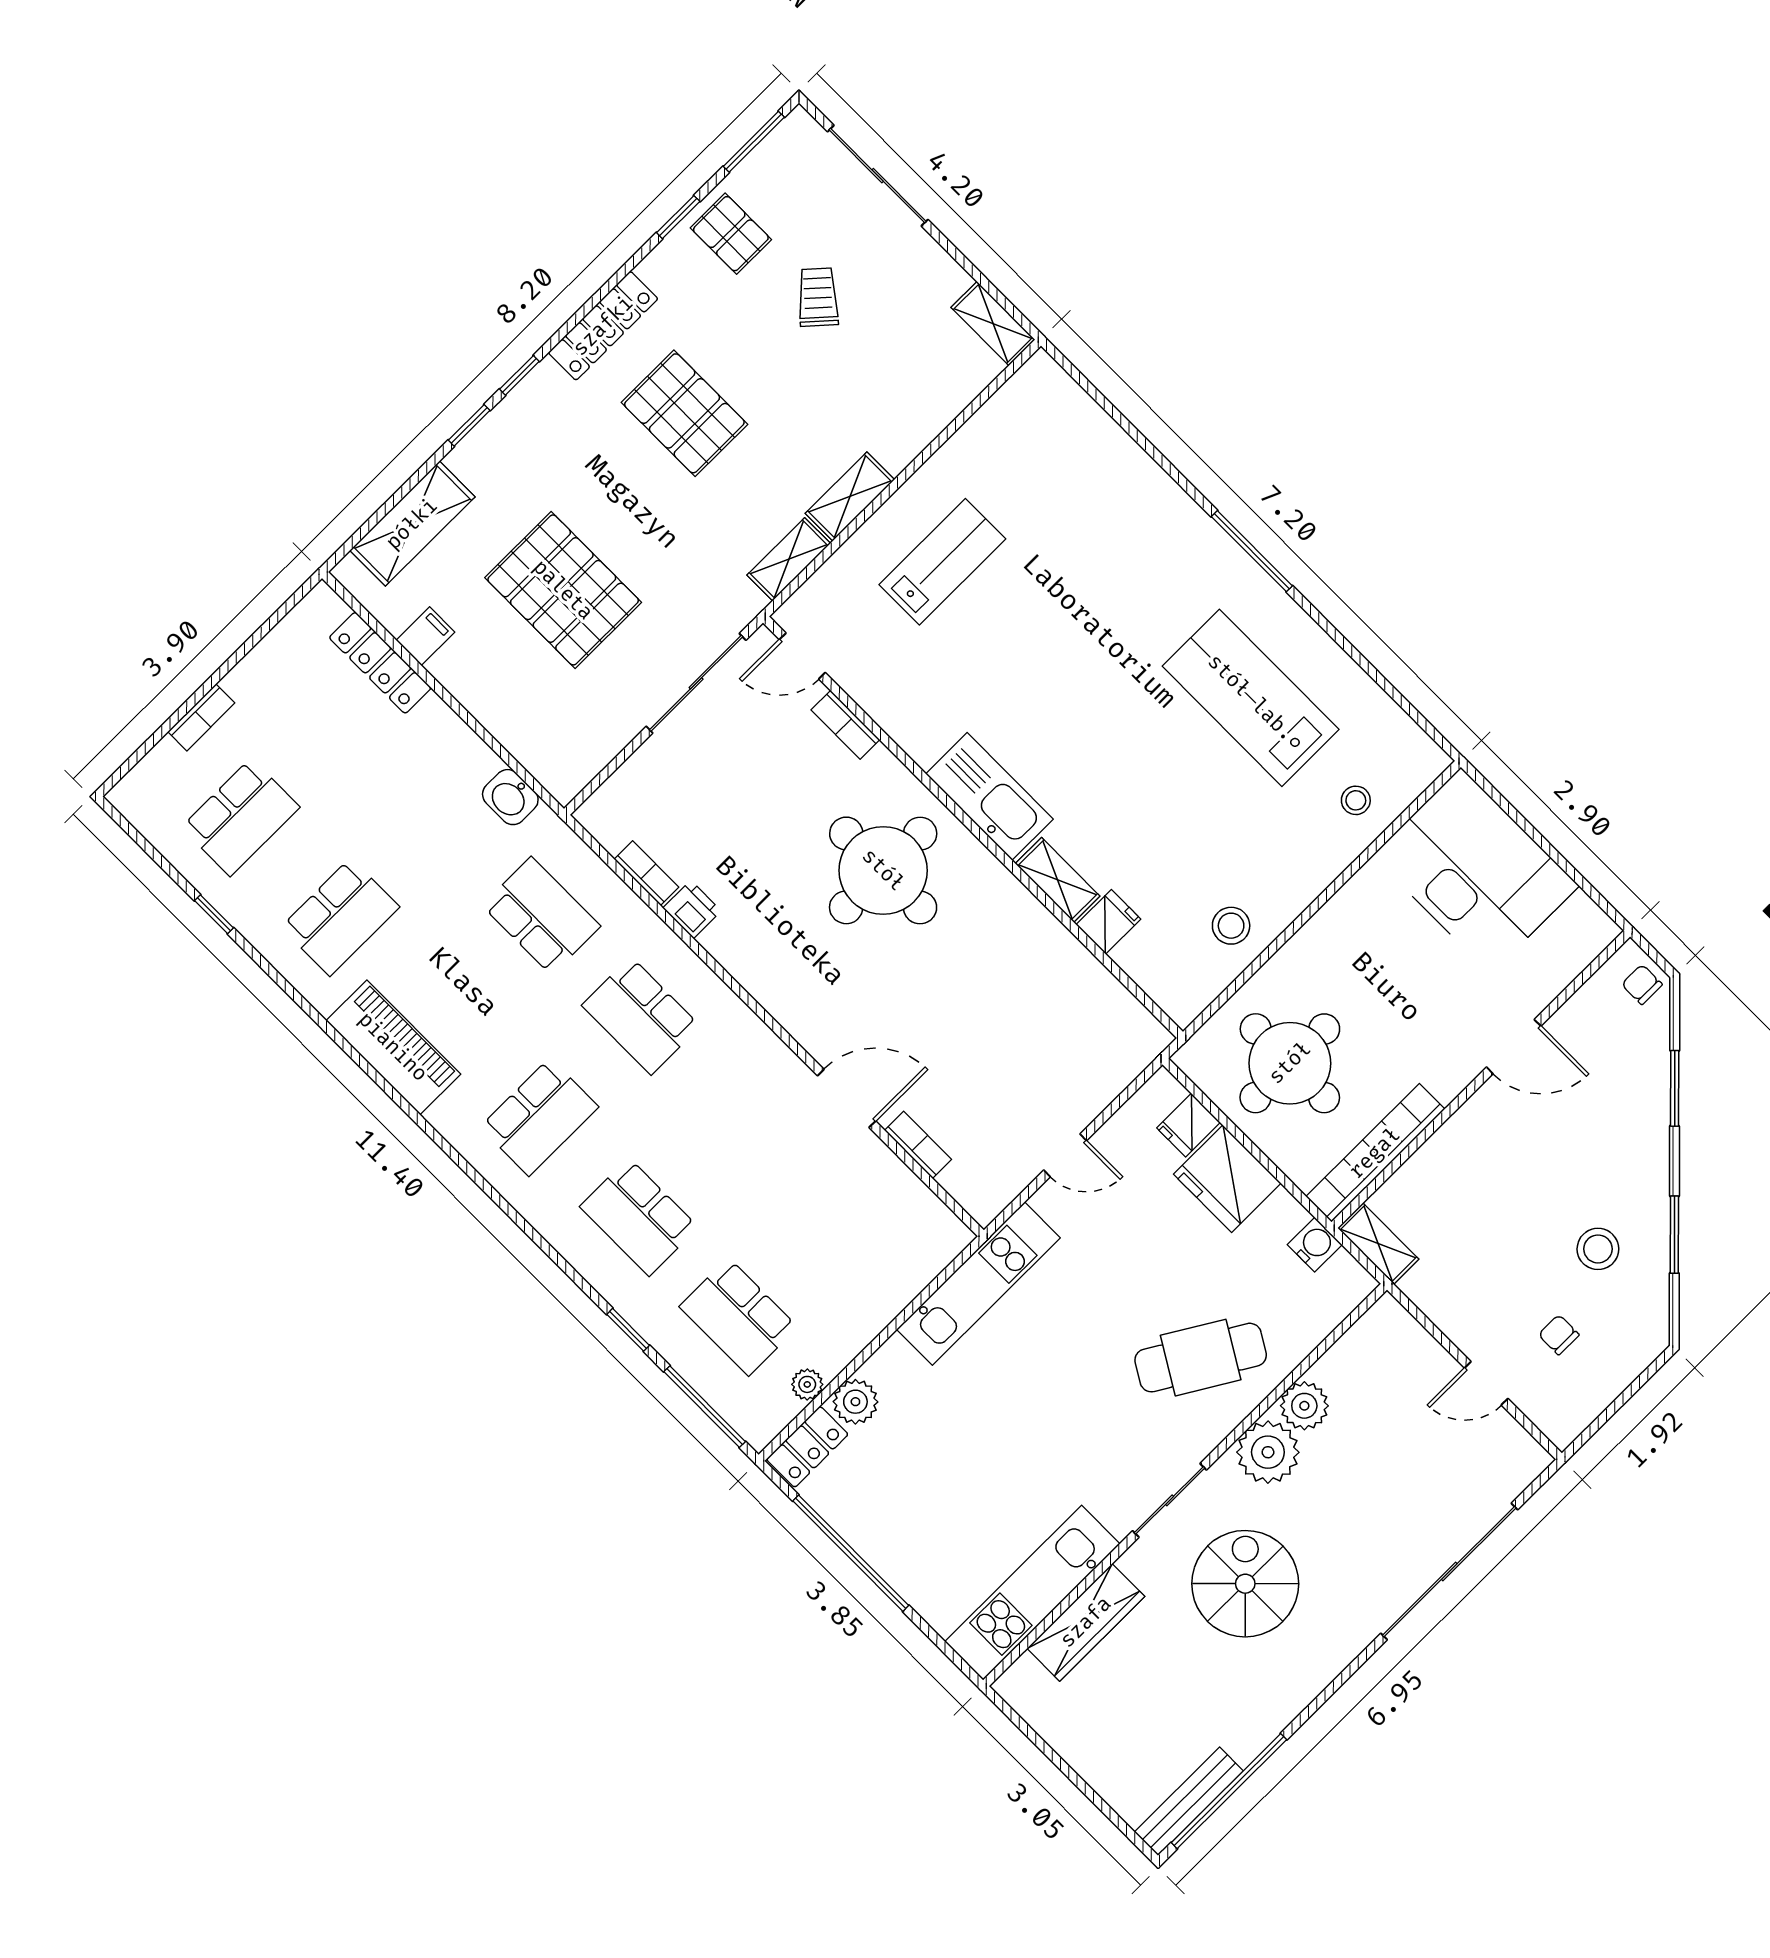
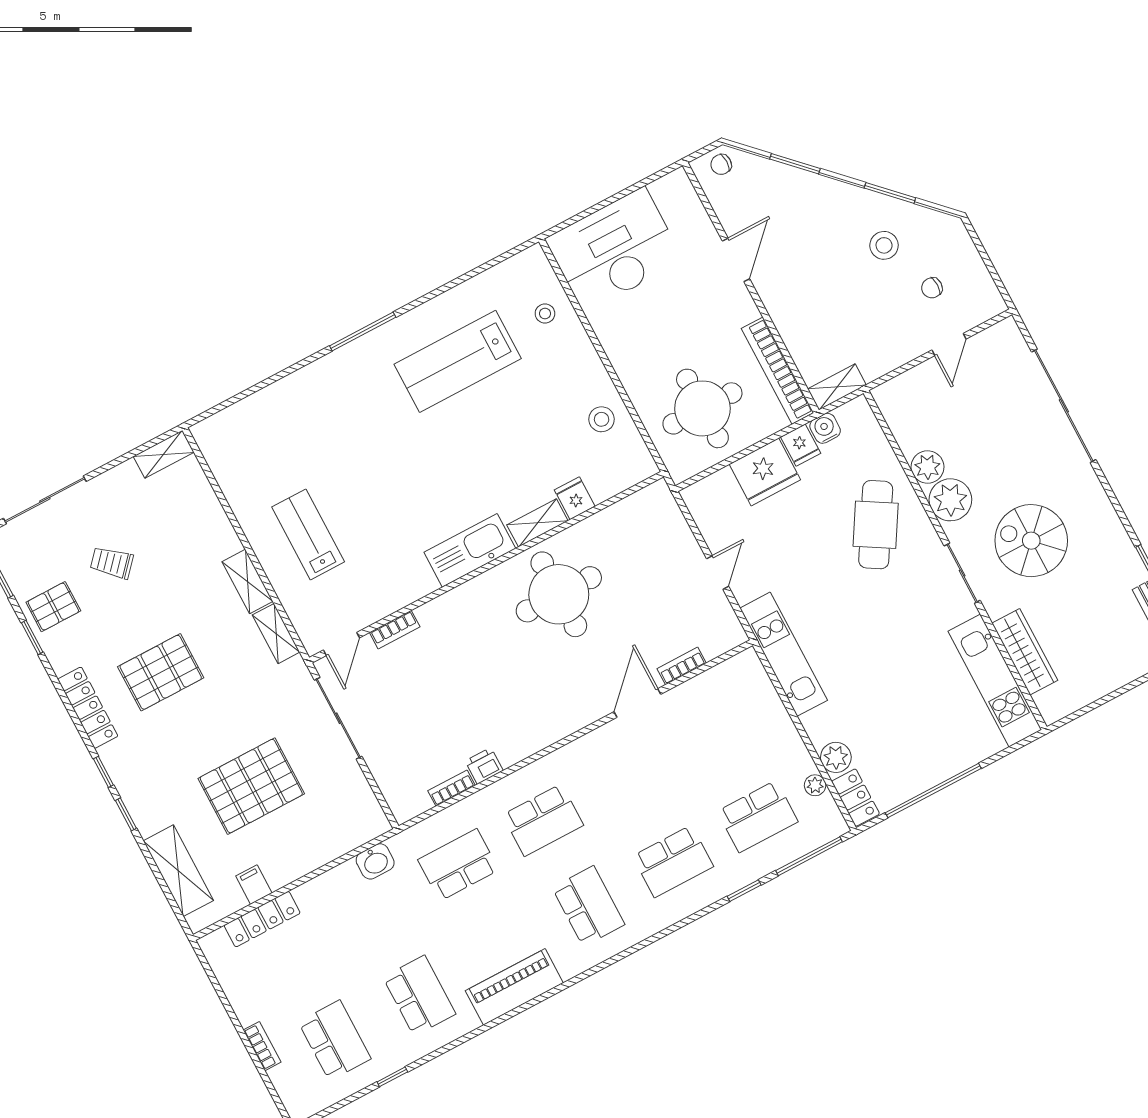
round table: (883, 870) -> (559, 594), moved
fridge: (1188, 1125) -> (801, 445), moved

